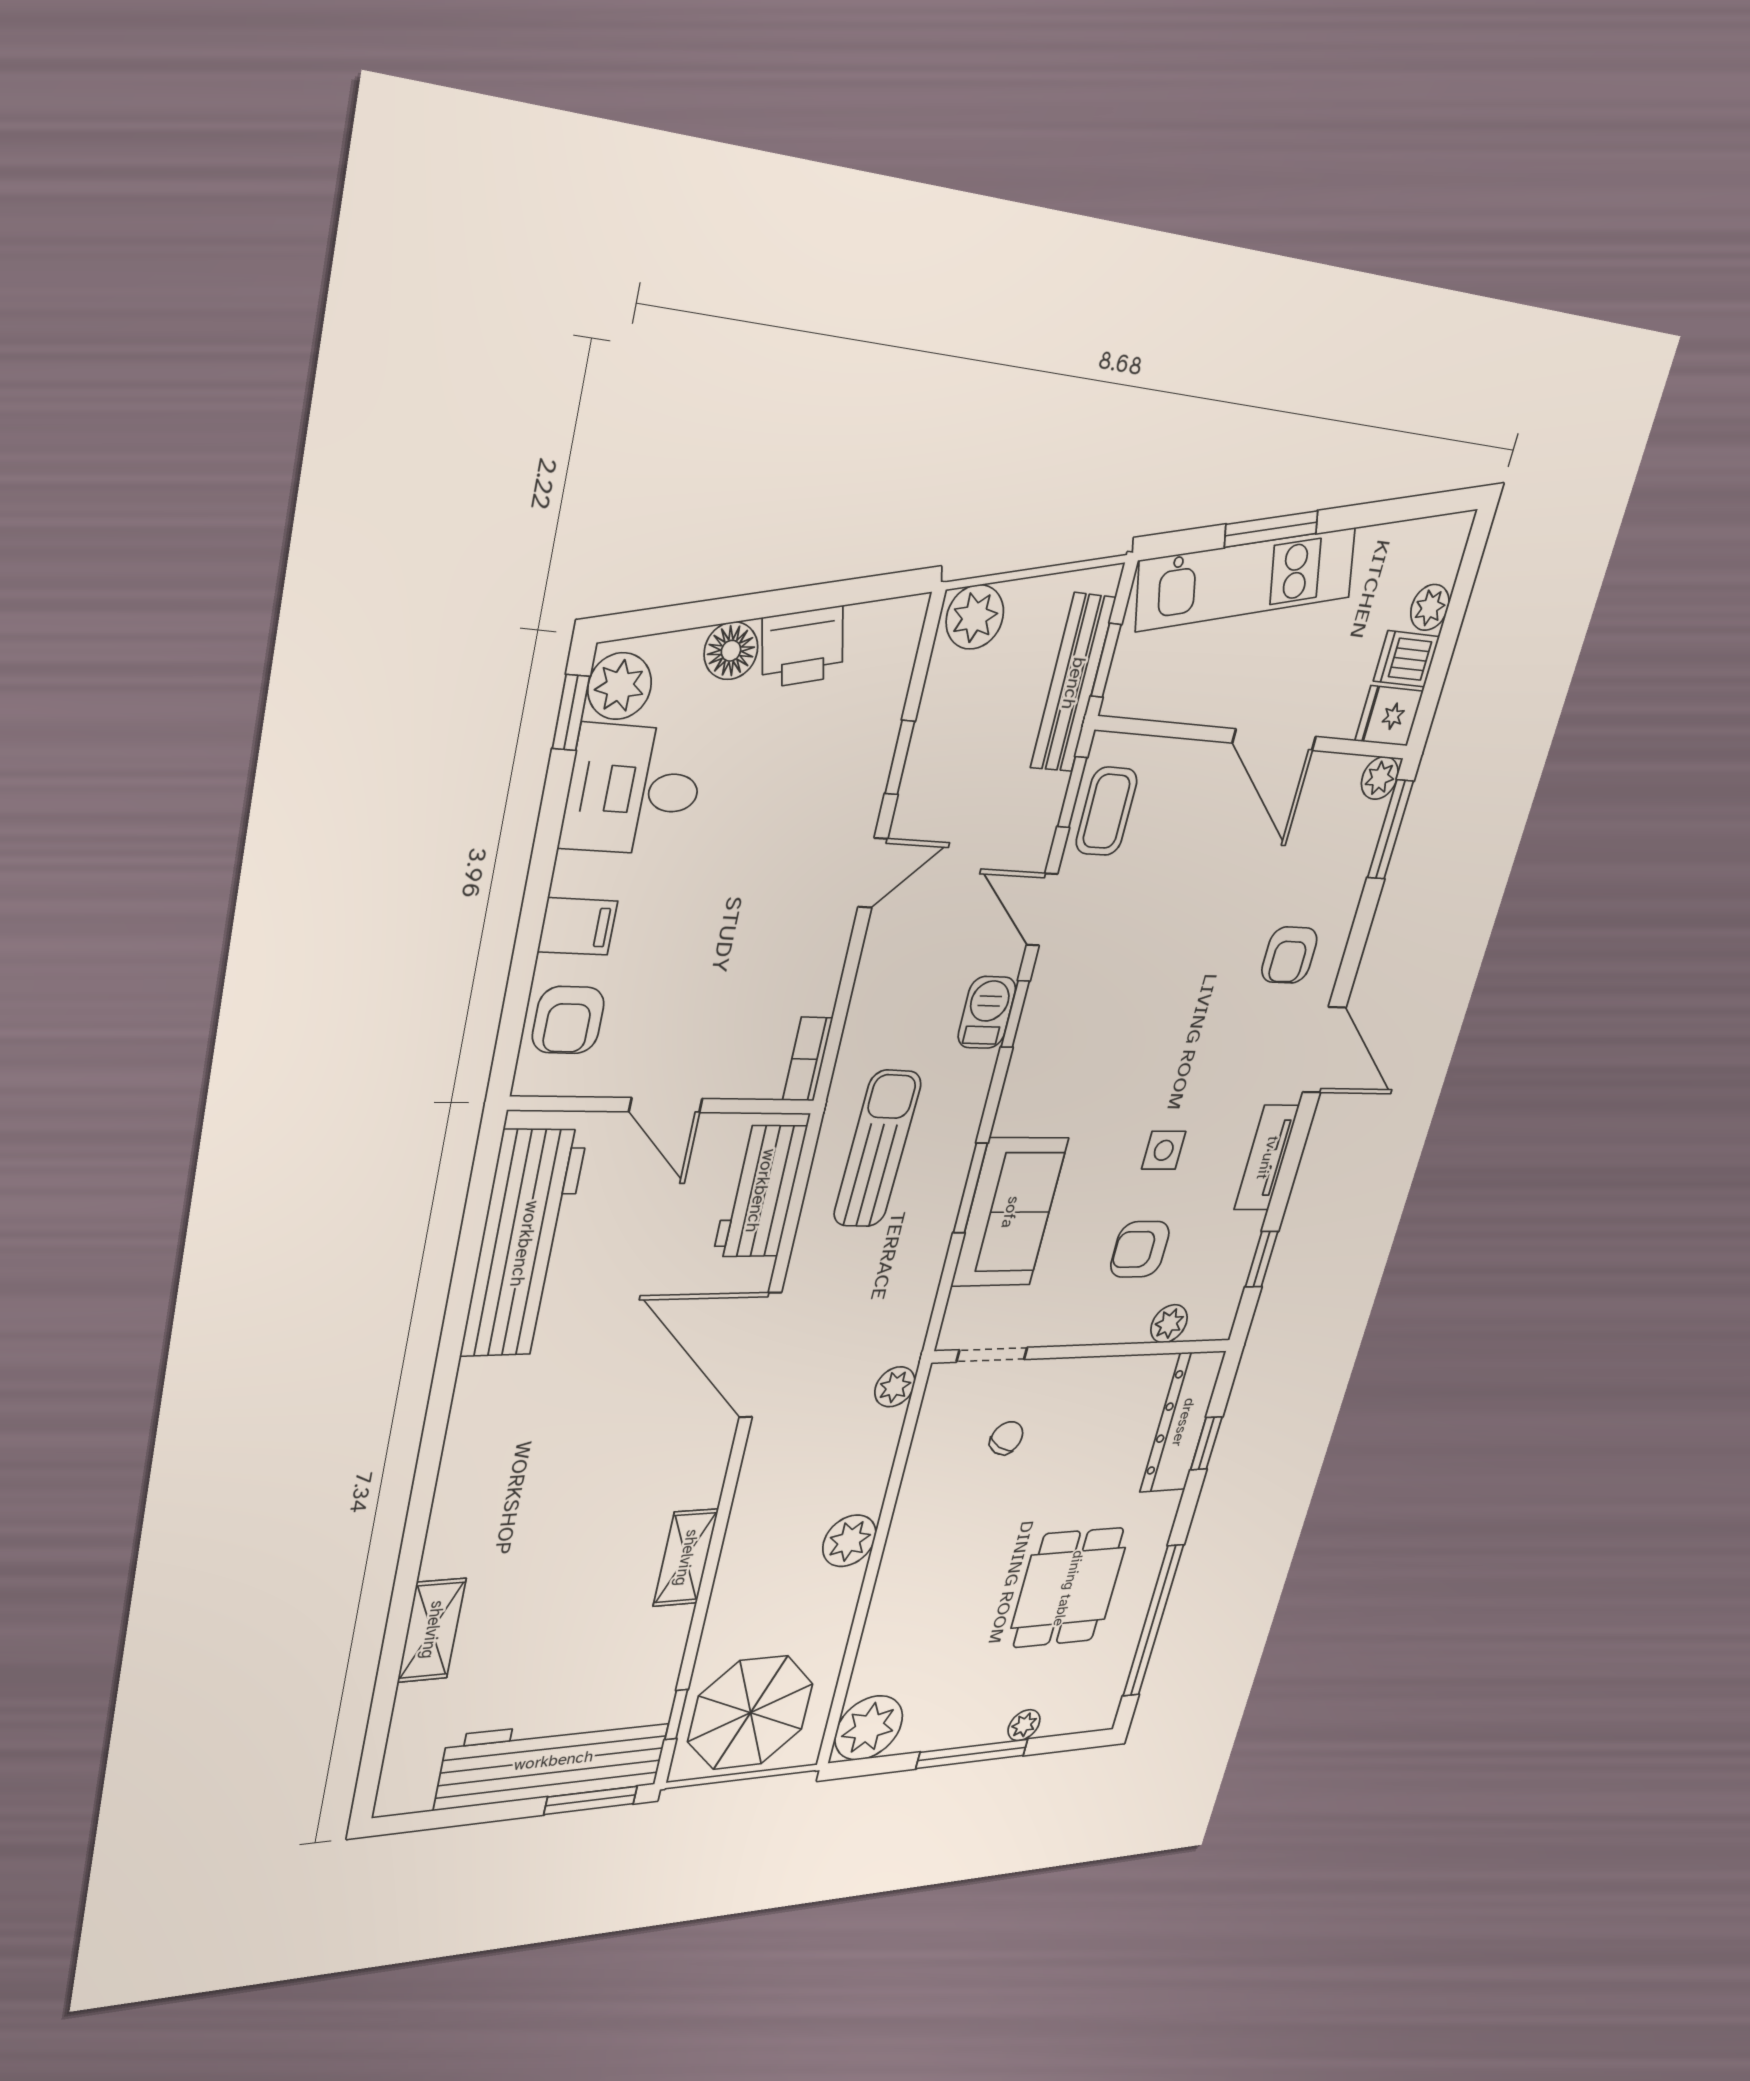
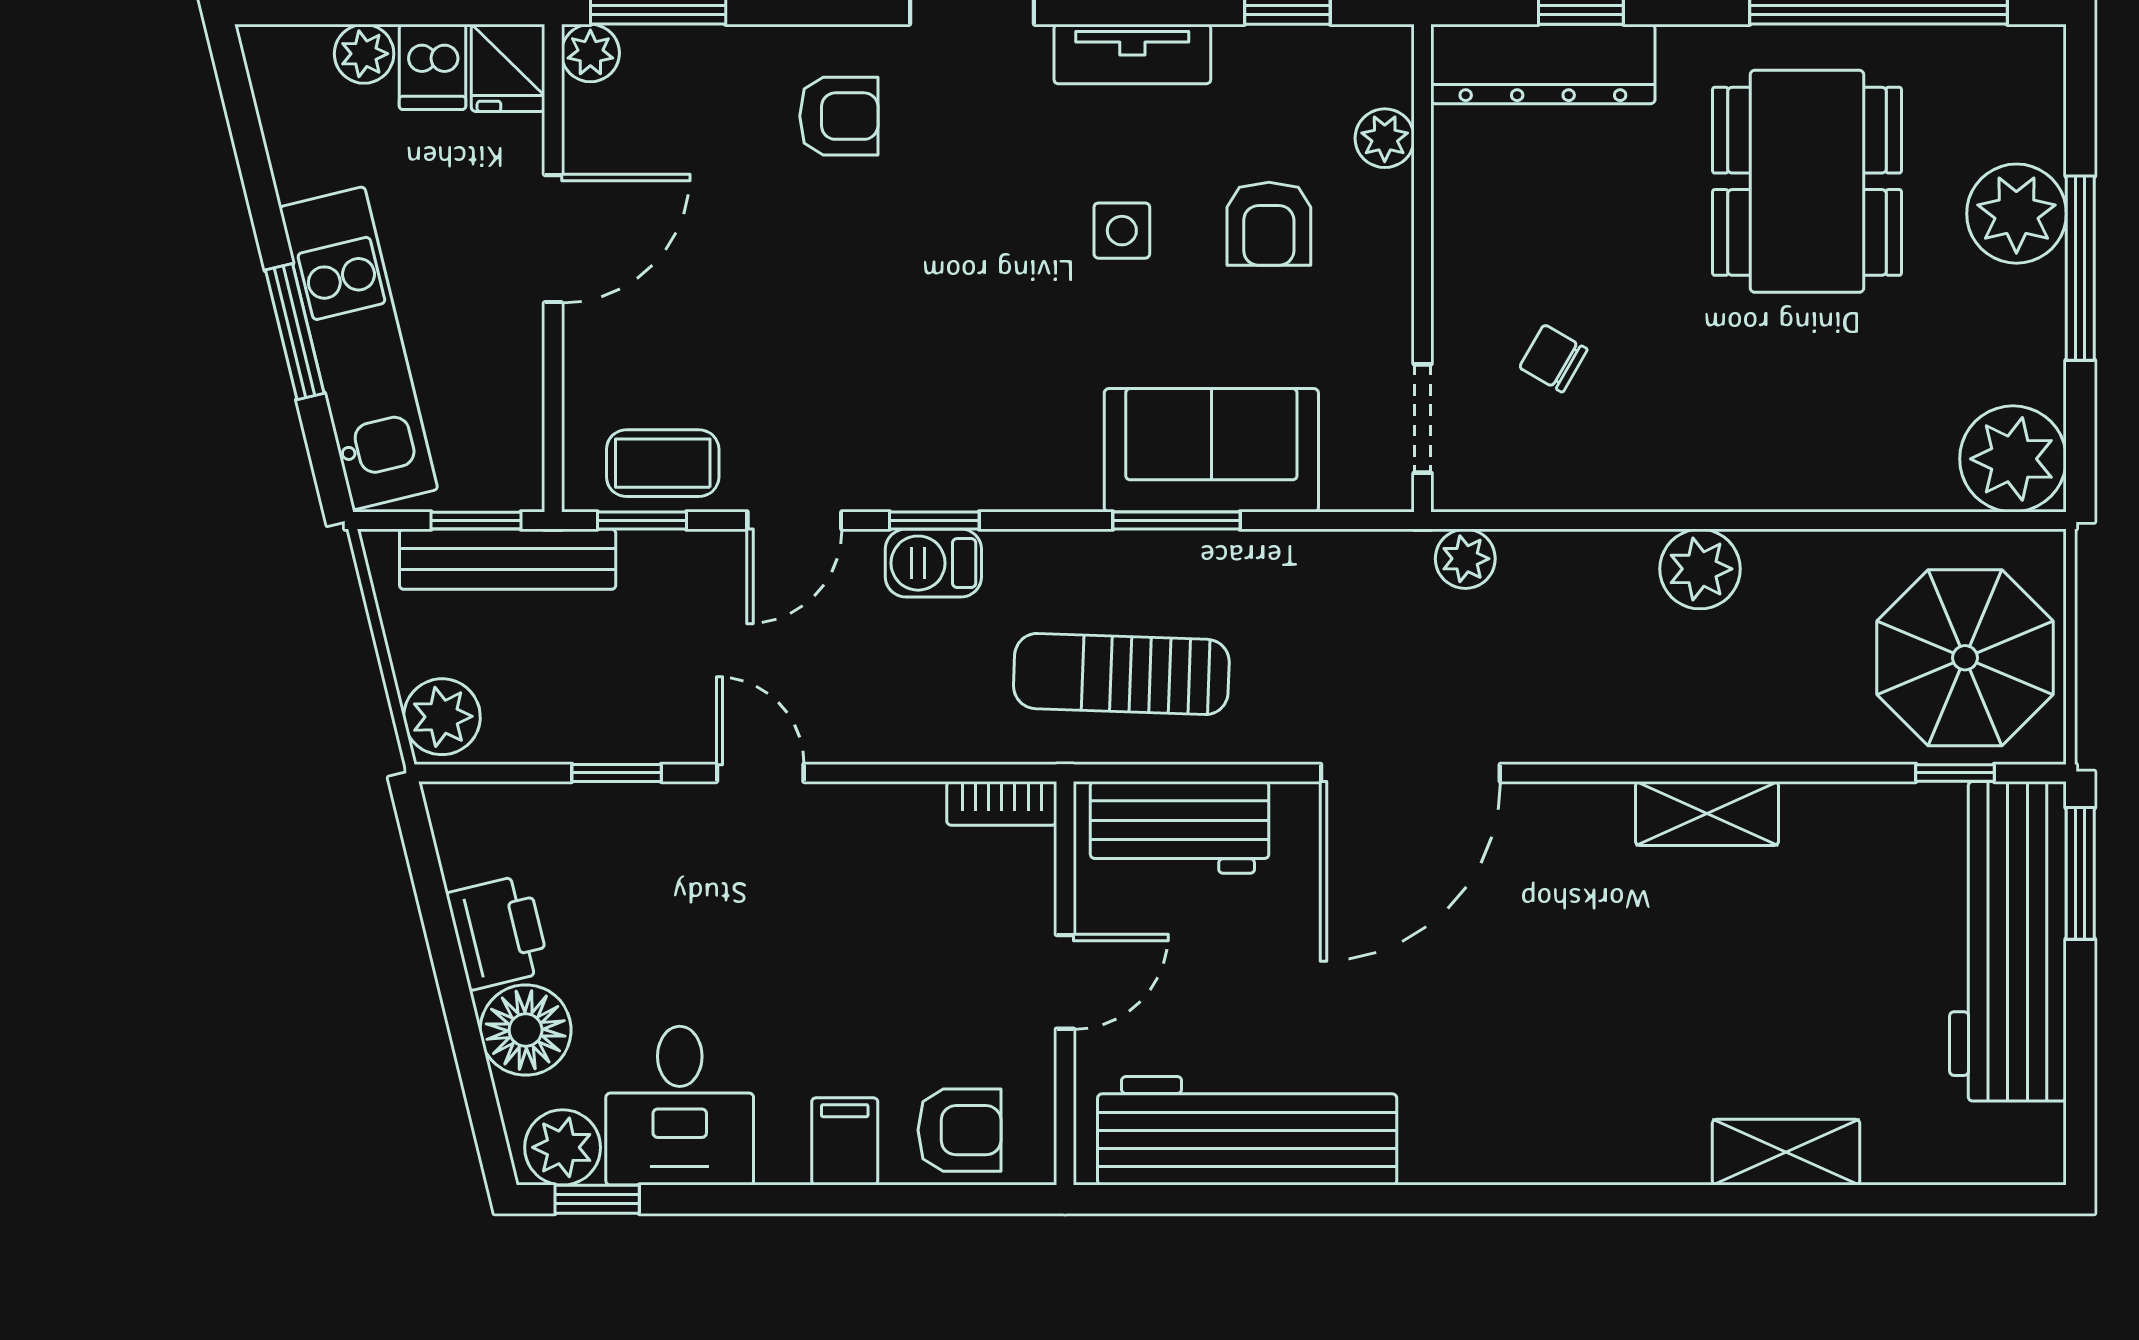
floor lamp: (731, 651) -> (526, 1030), width x1.38, depth x1.38
dining table: (1068, 1588) -> (1807, 181), width x1.38
plant: (1024, 1725) -> (2016, 214), width x1.87, depth x1.87

